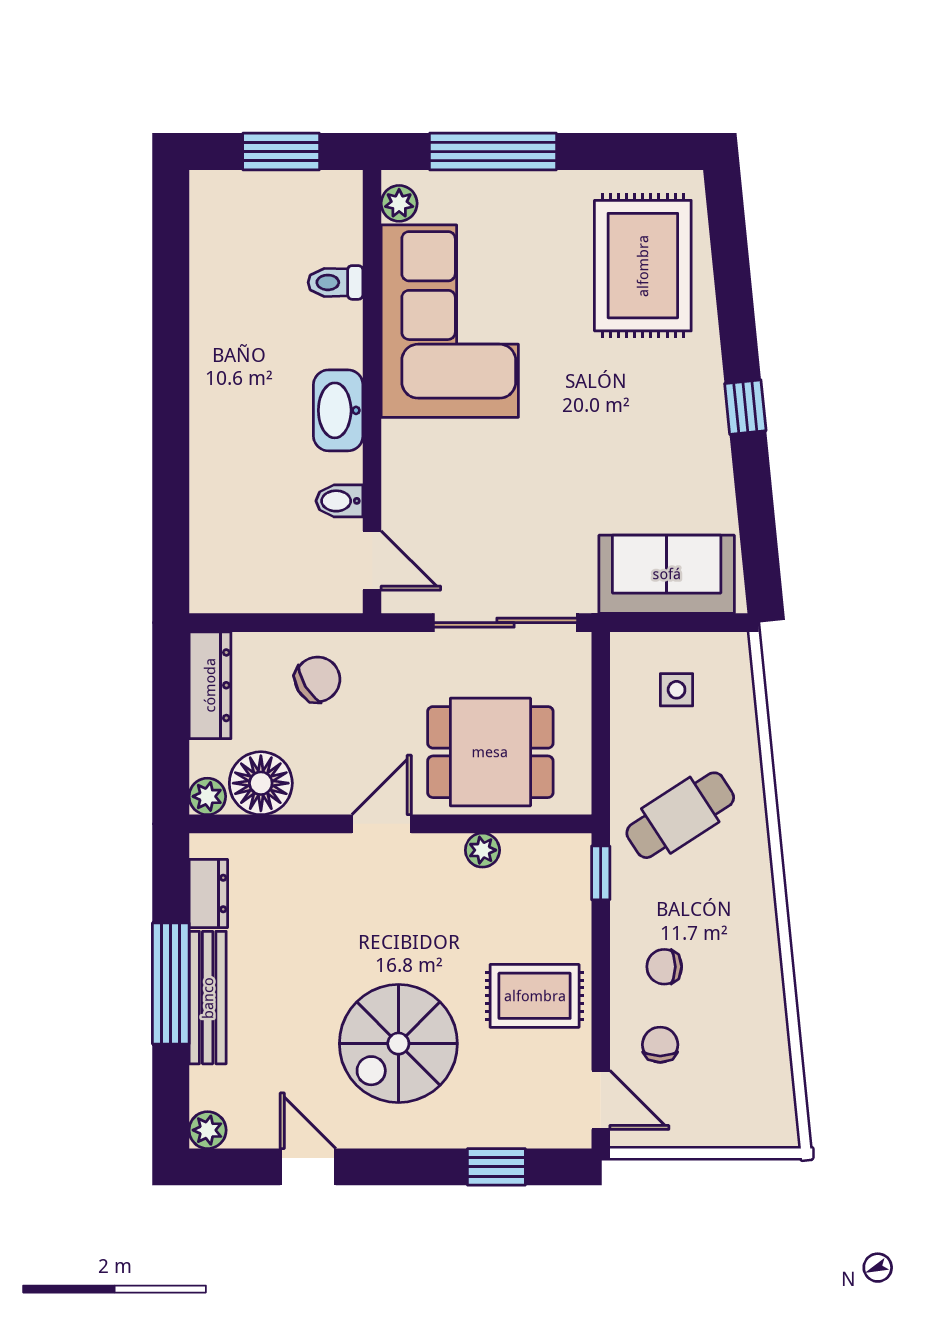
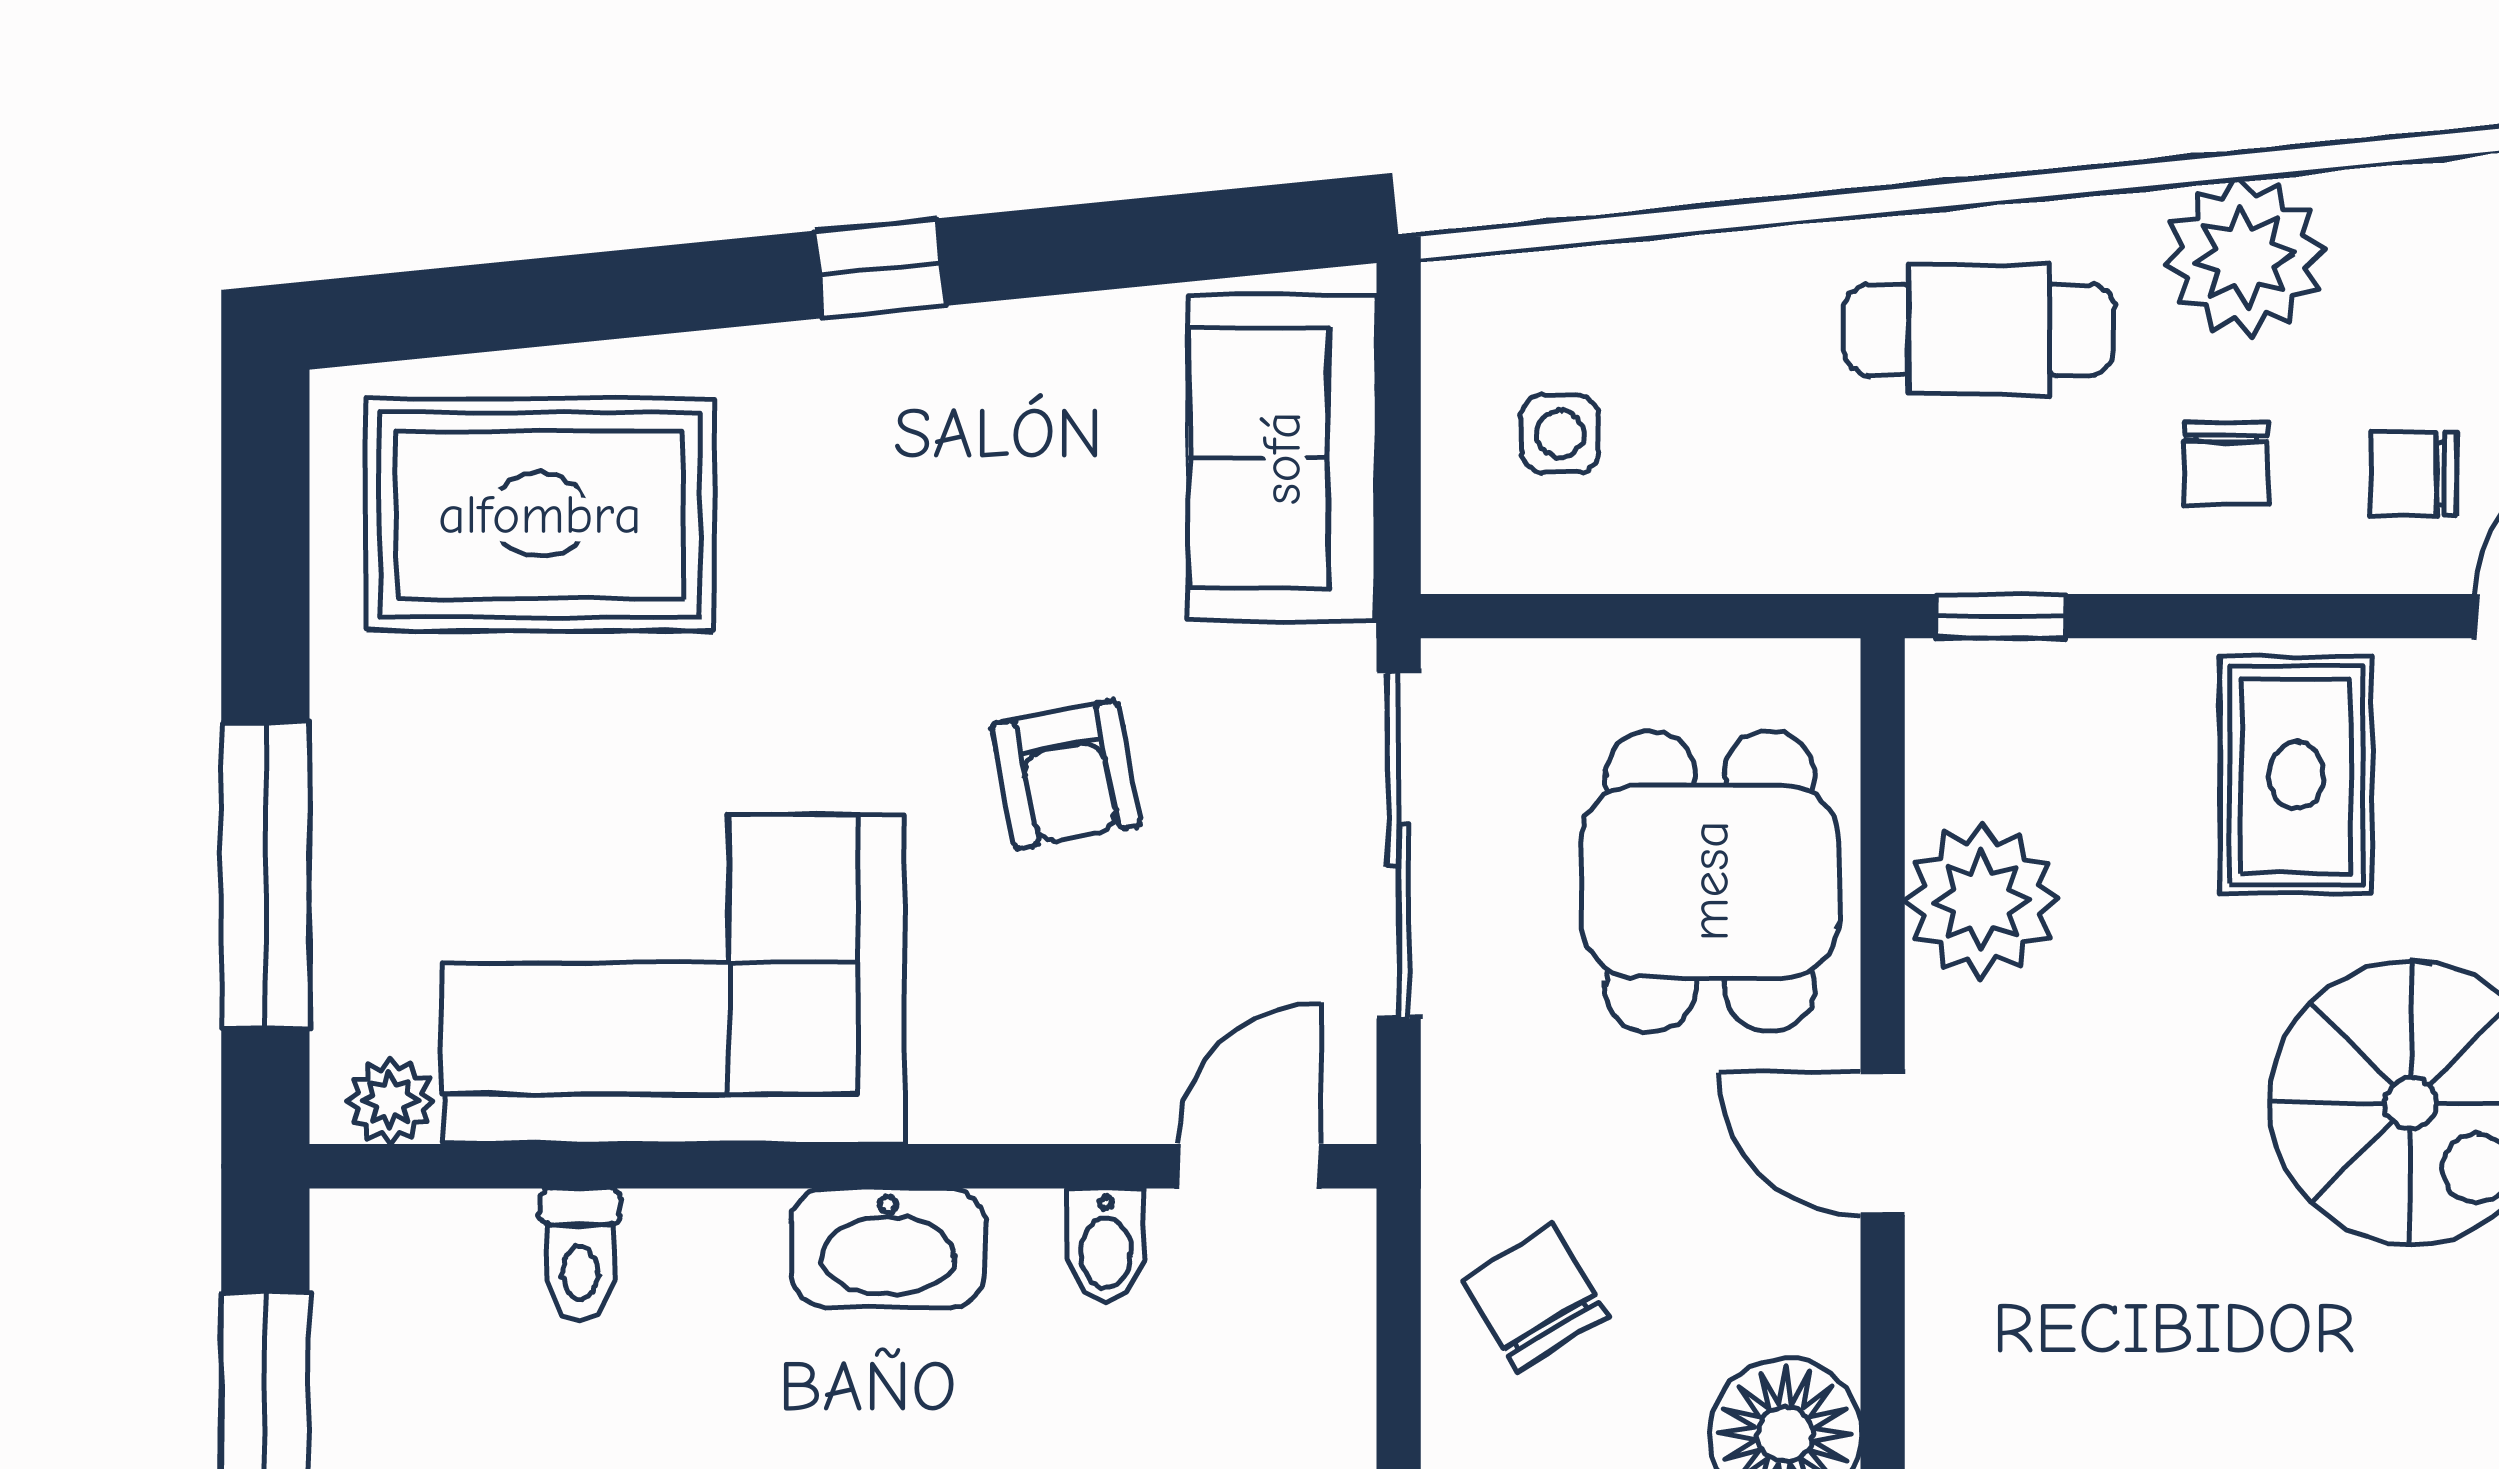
armchair: (535, 485) -> (1066, 775), added
cafe table: (680, 815) -> (1979, 330), moved, turned -57
plant: (482, 850) -> (1982, 901), width x1.87, depth x1.87
plant: (750, 974) -> (2244, 257), added

